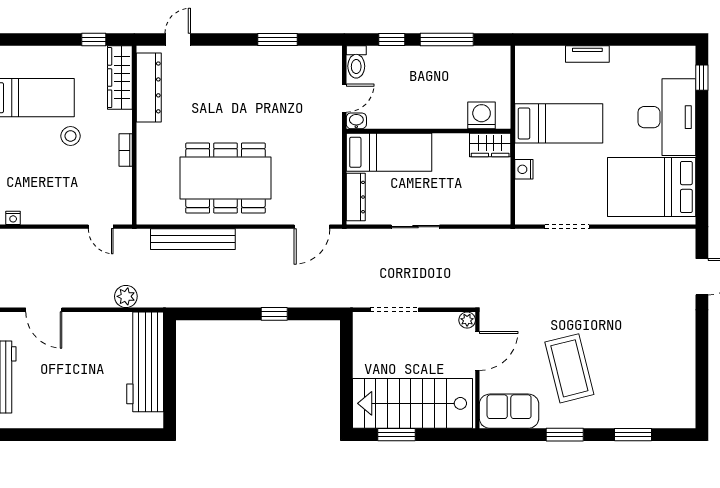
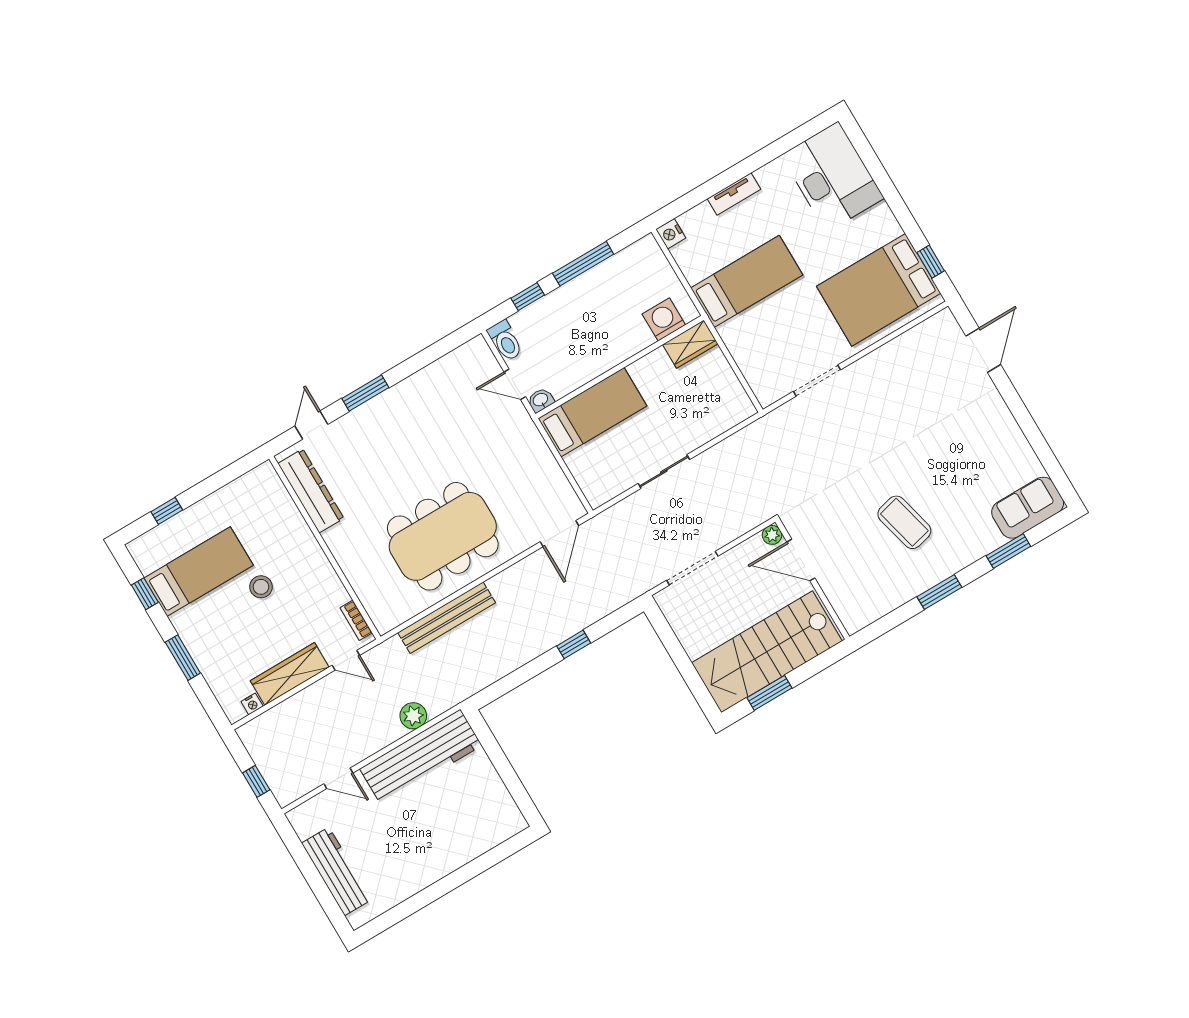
window: (94, 40) -> (167, 511), moved
window: (278, 40) -> (365, 393), moved
wardrobe: (120, 78) -> (290, 674), moved, turned 90
window: (702, 78) -> (931, 262), moved
door: (344, 98) -> (515, 384), swing flipped
desk: (667, 117) -> (832, 177), moved
bookcase: (126, 150) -> (356, 620), moved
nightstand: (524, 169) -> (671, 234), moved
dresser: (356, 197) -> (586, 477), removed
door: (44, 310) -> (338, 778), width x0.73
door: (477, 351) -> (801, 560), swing flipped
workbench: (145, 362) -> (421, 757), moved, turned -90
coffee table: (569, 368) -> (904, 522), width x0.73, depth x0.76
sofa: (509, 411) -> (1028, 508), moved

